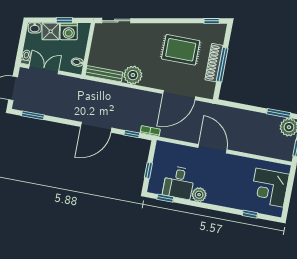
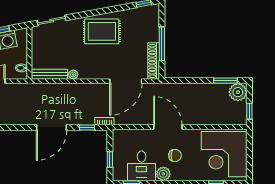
rug: (181, 50) -> (102, 31), moved
shoe rack: (214, 63) -> (154, 61), moved
plant: (133, 75) -> (73, 74), width x0.53, depth x0.53
chair: (214, 179) -> (175, 156), added
corner desk: (270, 188) -> (224, 154), width x1.36, depth x1.36

